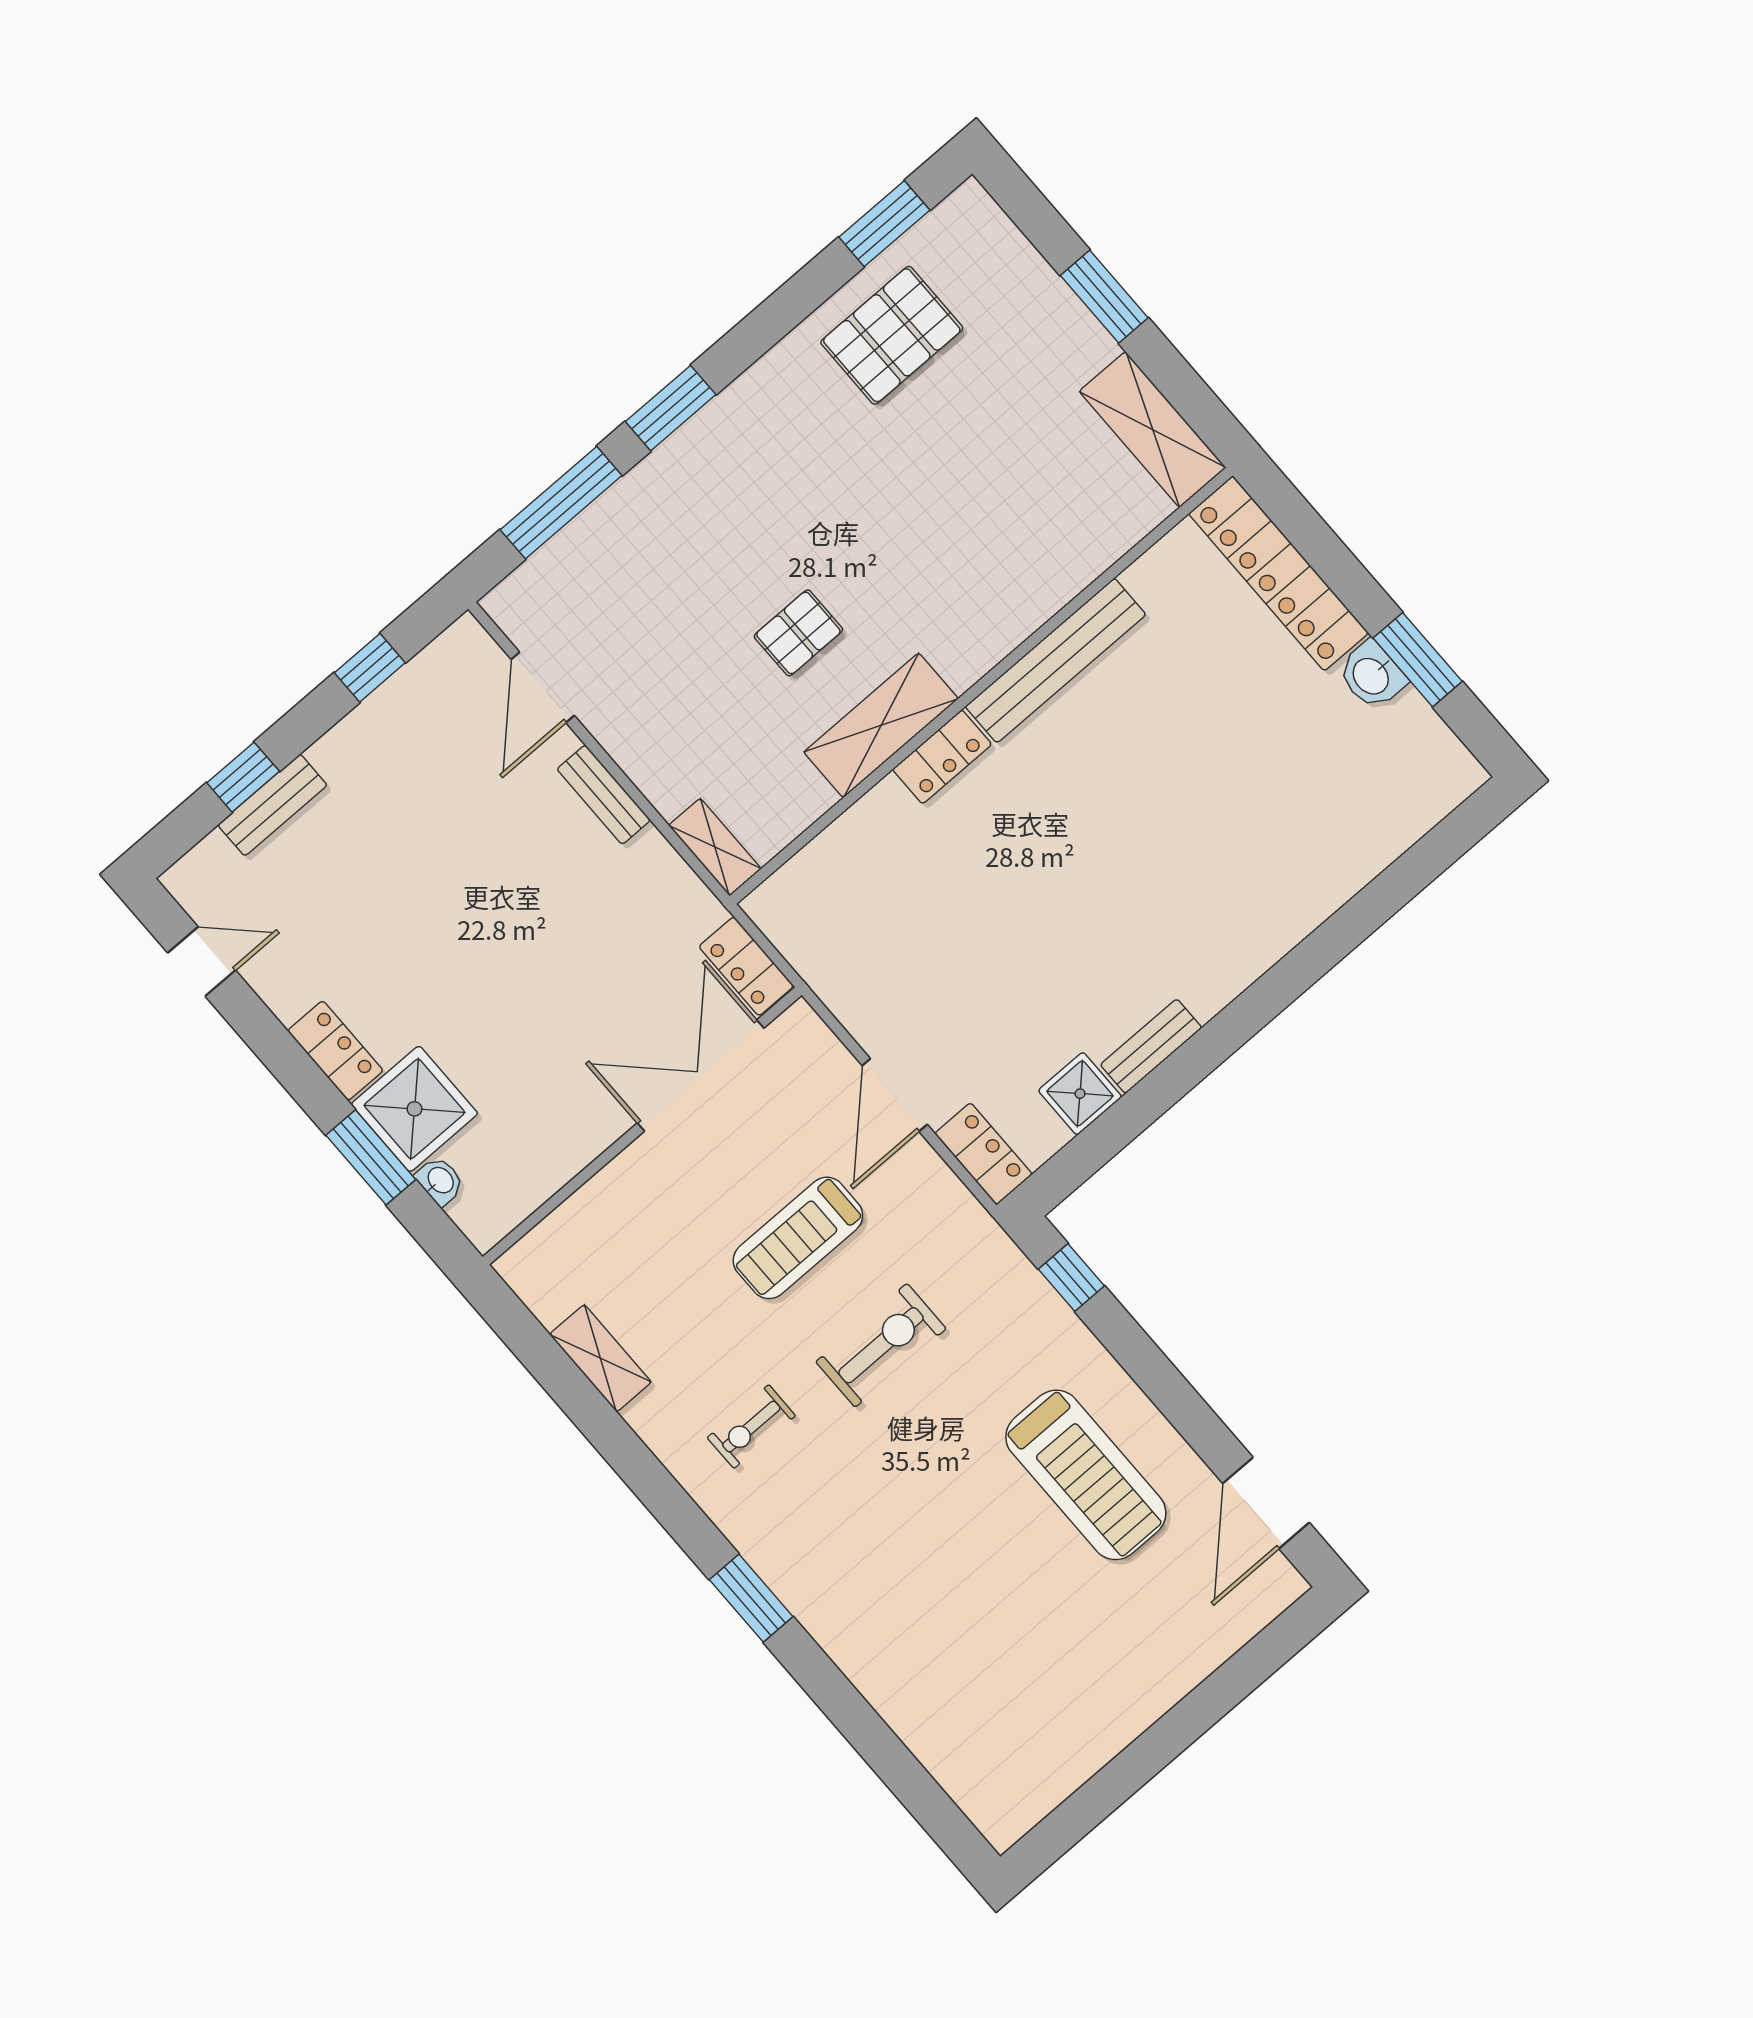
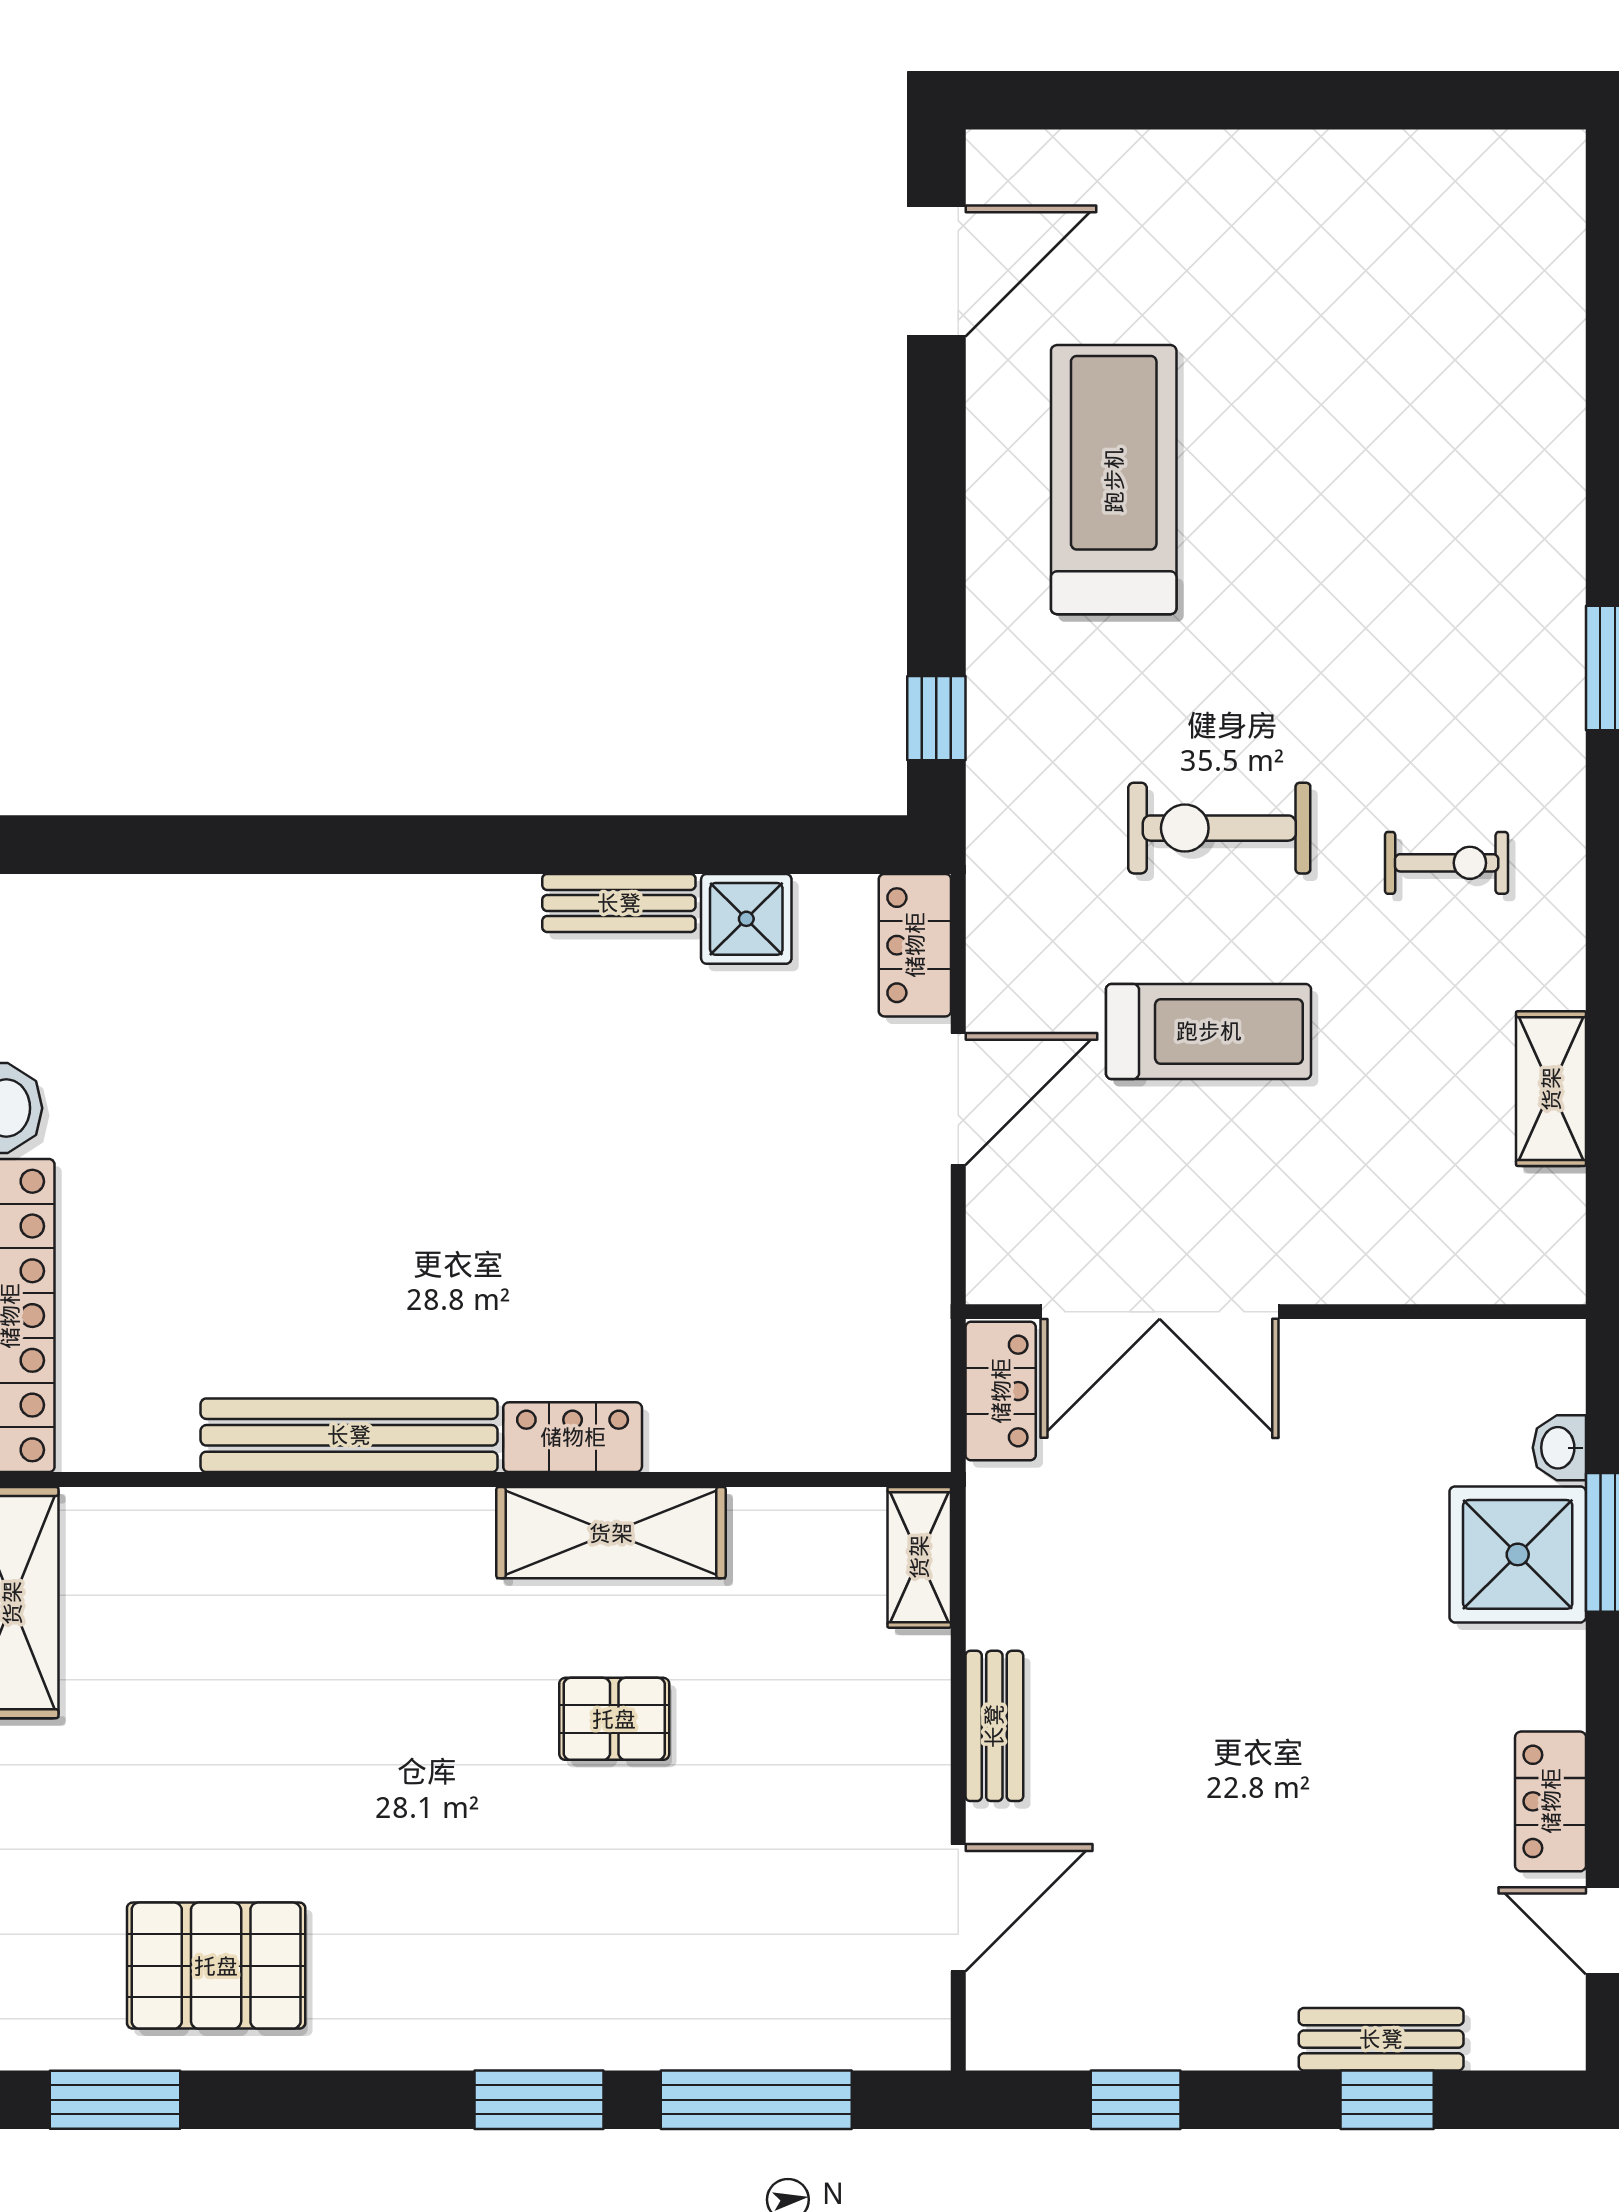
locker: (335, 1051) -> (1551, 1801), moved

